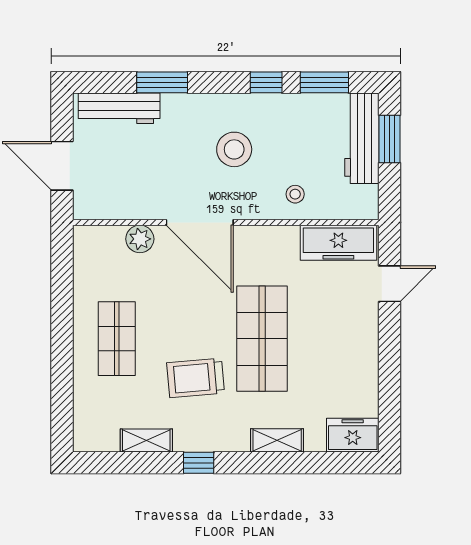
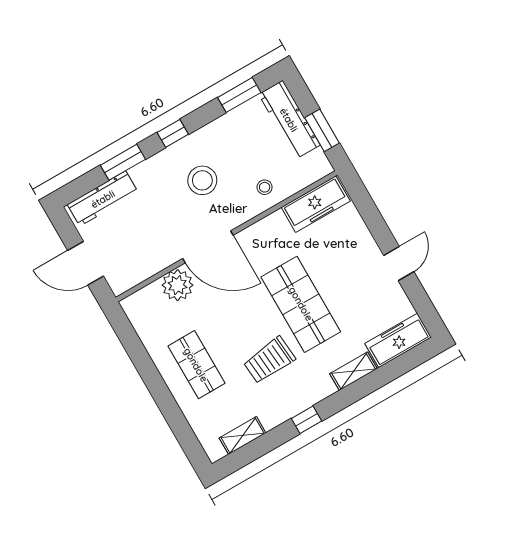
window: (266, 82) -> (173, 133), moved
window: (390, 139) -> (322, 130), moved
plant: (140, 239) -> (178, 285), width x1.36, depth x1.36
door: (390, 284) -> (399, 263), moved
freezer: (353, 435) -> (398, 340), width x1.40
shelving: (146, 441) -> (243, 435), moved

